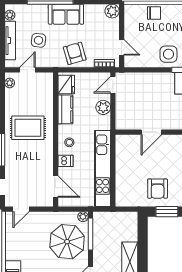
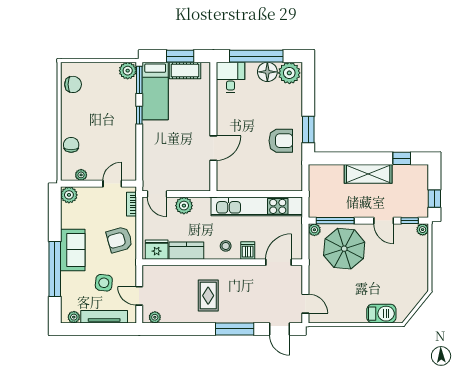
plant: (129, 21) -> (81, 175), added
side table: (168, 54) -> (120, 128), removed
rug: (28, 128) -> (208, 296), width x0.73, depth x0.70
door: (151, 132) -> (213, 148), hinge flipped

